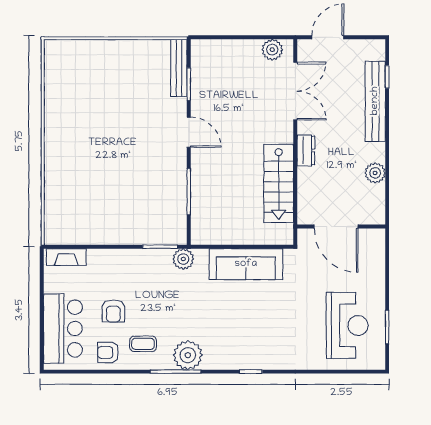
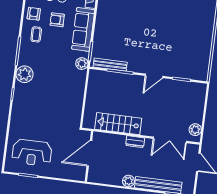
bench: (179, 68) -> (110, 65), moved
plant: (375, 173) -> (128, 181), moved
sofa: (246, 264) -> (83, 29), moved
plant: (188, 355) -> (25, 74), moved

